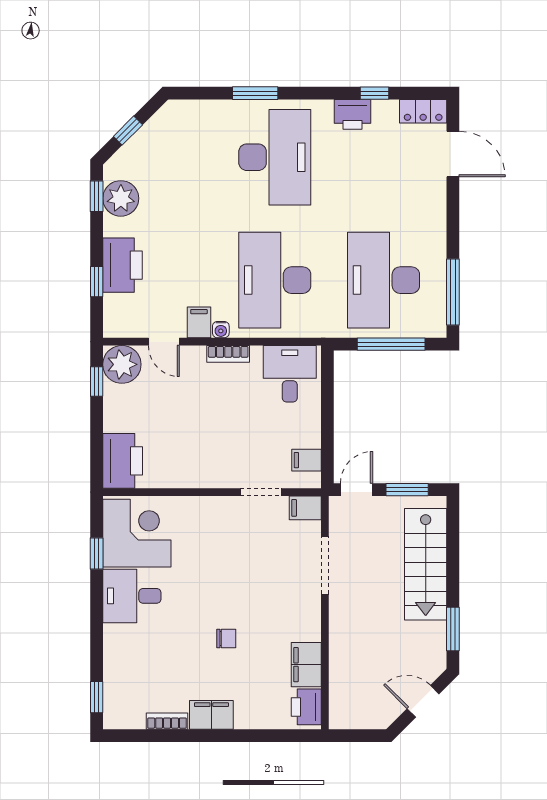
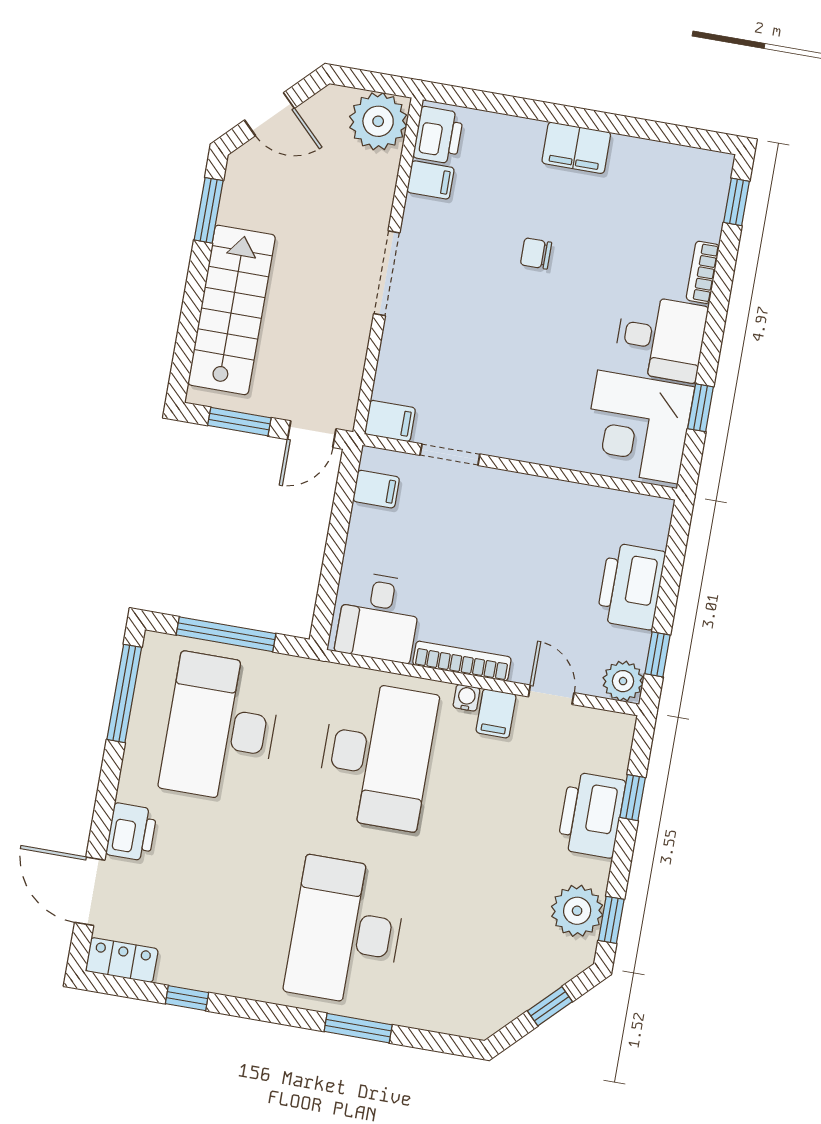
printer: (353, 114) -> (132, 832), moved, turned 90
desk: (384, 280) -> (221, 728), turned 180
bookcase: (228, 354) -> (462, 661), width x1.56
plant: (122, 364) -> (623, 681), width x0.73, depth x0.73
printer: (123, 461) -> (631, 586), moved
doorway: (325, 565) -> (387, 273), moved
filing cabinet: (306, 665) -> (430, 180), width x0.50
plant: (349, 709) -> (378, 121), added
bookcase: (167, 721) -> (703, 272), moved, turned 90

